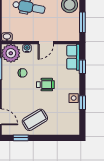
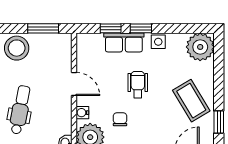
row of seats: (73, 57) -> (124, 42), moved
window: (82, 103) -> (141, 28), moved
plant: (70, 126) -> (200, 47), added

